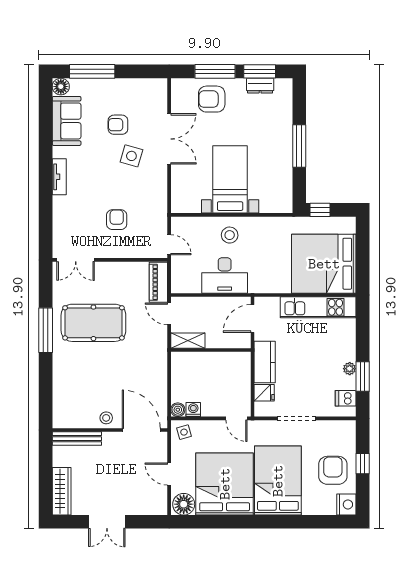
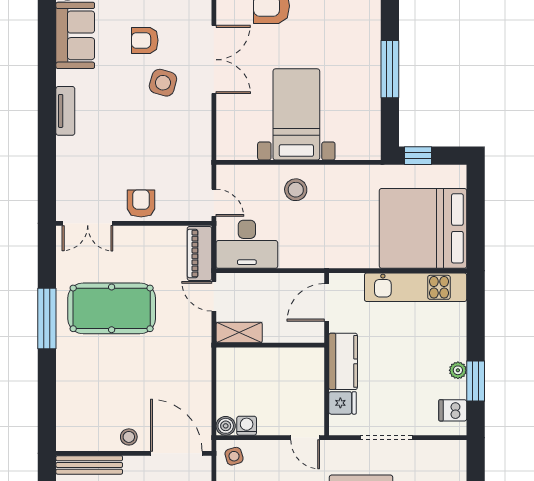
armchair: (117, 220) -> (141, 203), moved
desk: (225, 275) -> (247, 244), moved

